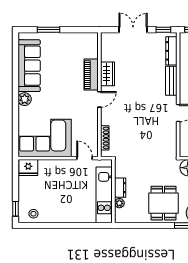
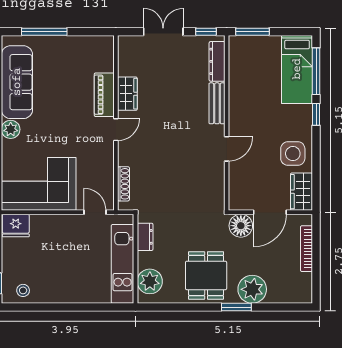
window: (48, 30) -> (44, 32), width x1.44
dresser: (120, 188) -> (145, 237), moved
plant: (119, 203) -> (150, 281), width x1.88, depth x1.88

